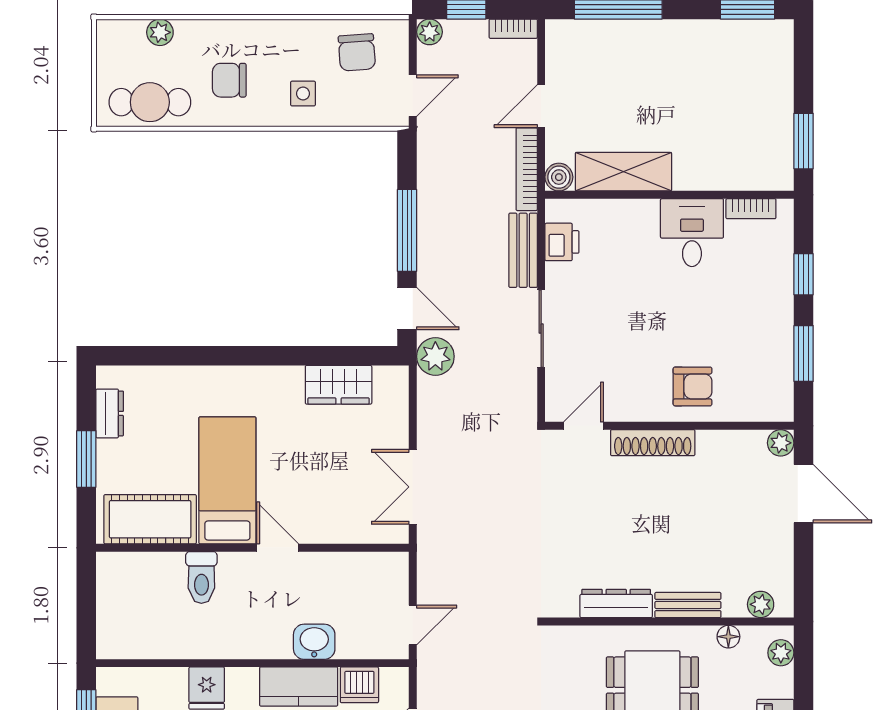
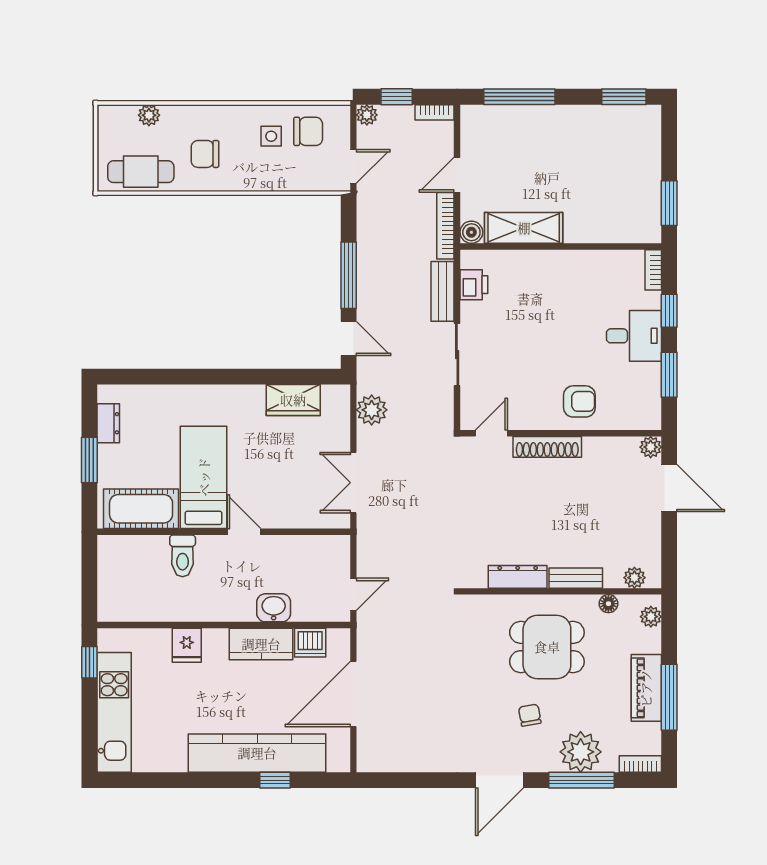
chair: (357, 52) -> (308, 131), turned -86
side table: (303, 94) -> (271, 136), moved
bookcase: (751, 209) -> (653, 270), moved, turned 90
desk: (692, 233) -> (634, 336), moved, turned 90
plant: (435, 356) -> (372, 410), moved

